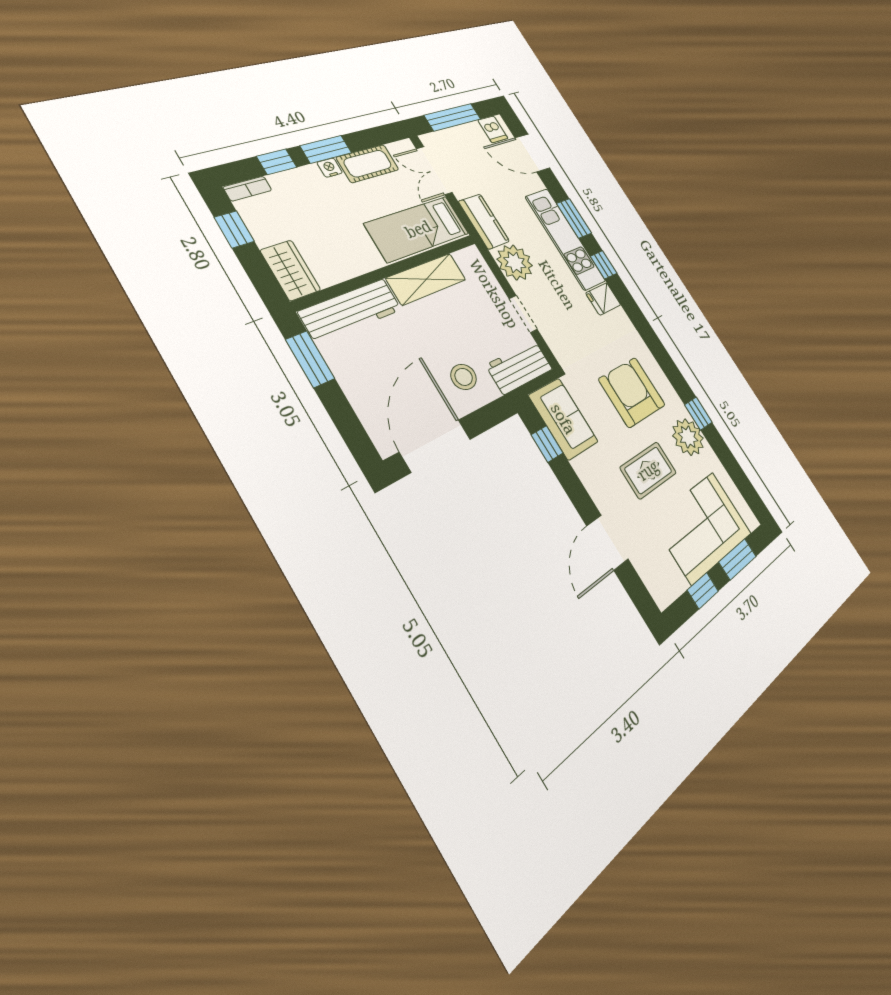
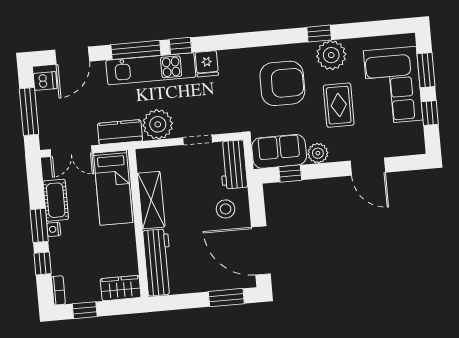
window: (574, 218) -> (136, 50), width x1.44
window: (310, 359) -> (226, 298), moved
armchair: (632, 392) -> (282, 83), turned 180
plant: (587, 469) -> (318, 153), added

